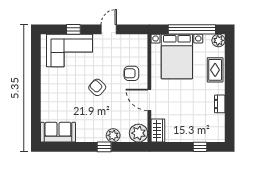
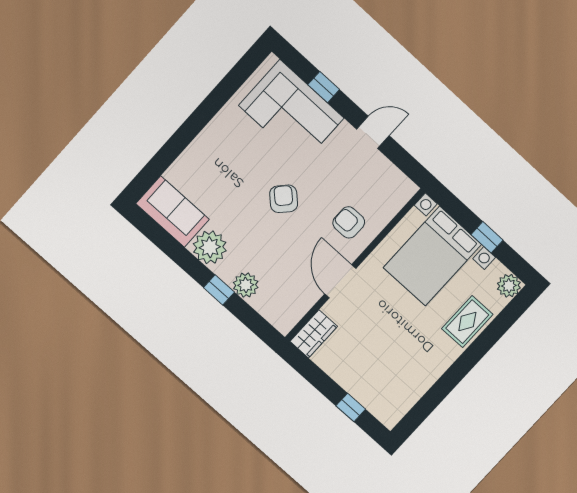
window: (192, 29) -> (487, 237), width x0.32
dresser: (220, 104) -> (431, 374), removed
plant: (139, 133) -> (210, 247), moved

